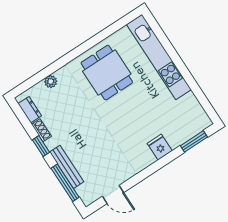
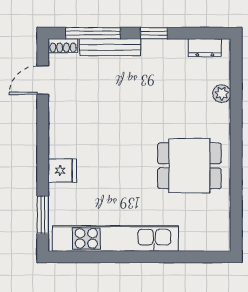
kitchen unit: (159, 57) -> (115, 238), moved
shoe rack: (41, 130) -> (63, 46), moved

